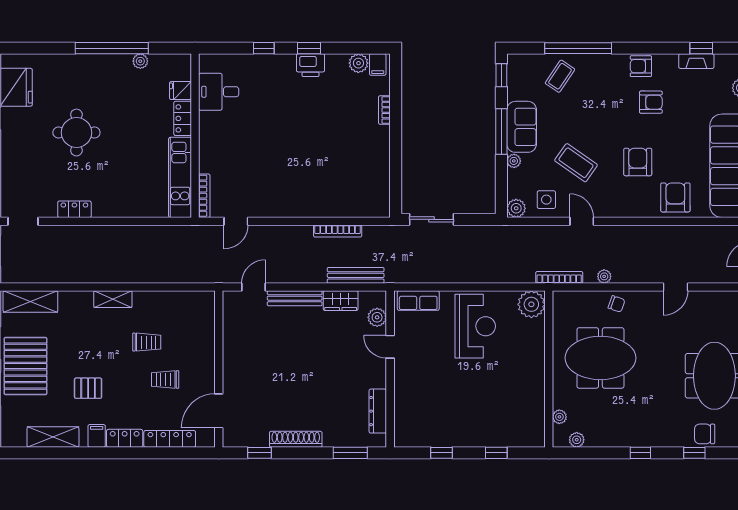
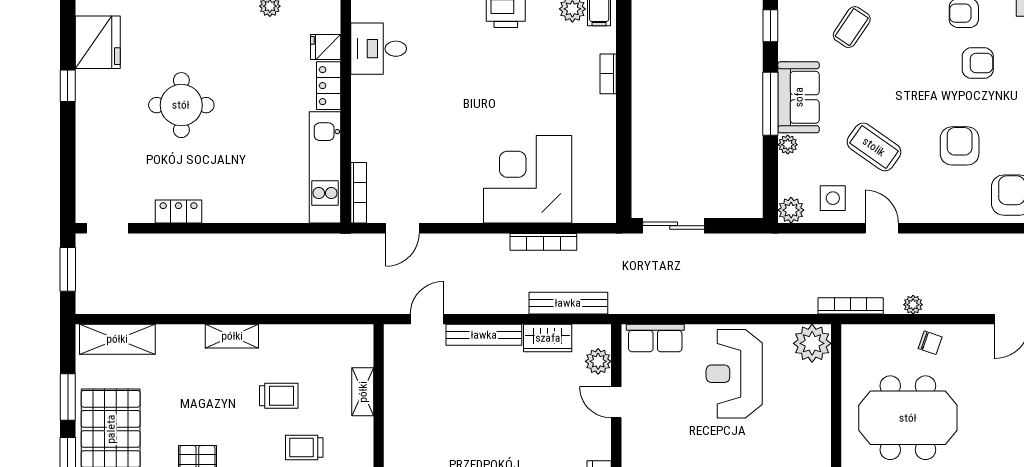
corner desk: (326, 186) -> (528, 179), added
reception desk: (475, 326) -> (734, 374), turned 180
shelving: (207, 339) -> (363, 392), added

